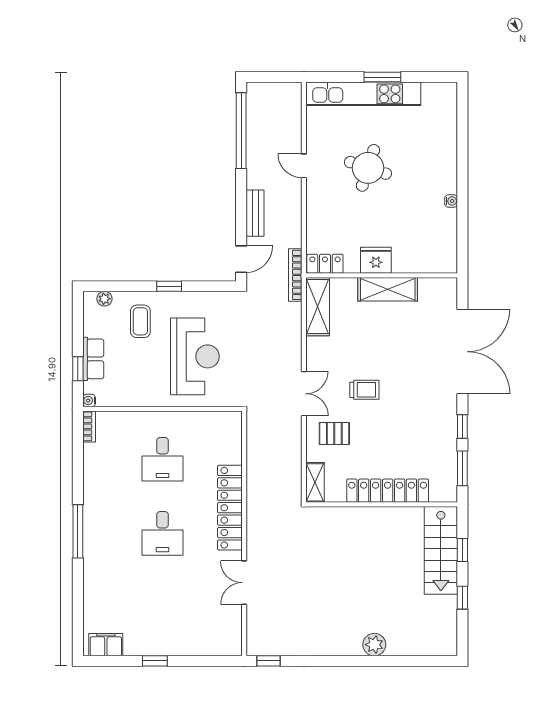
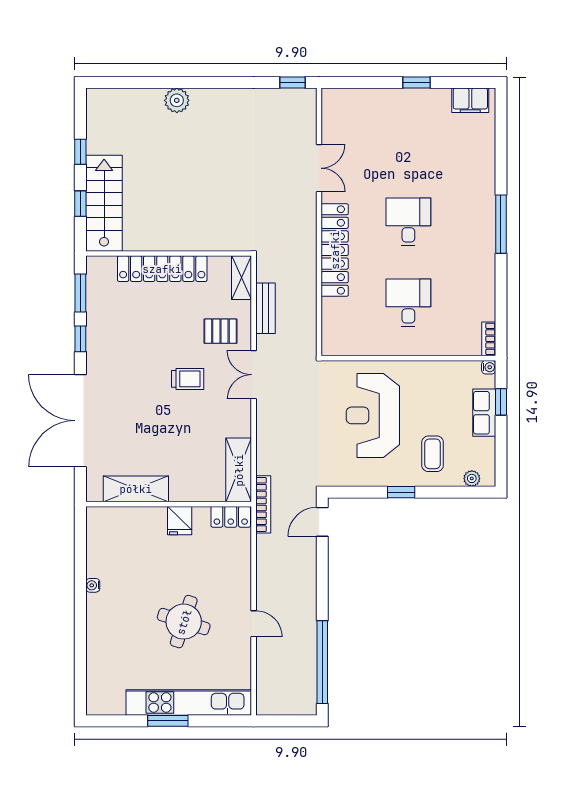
bench: (255, 213) -> (266, 308), moved
fridge: (376, 260) -> (180, 521), width x0.72
shelving: (388, 289) -> (136, 489), moved
trolley: (364, 390) -> (188, 379), turned 180

